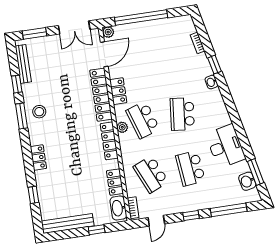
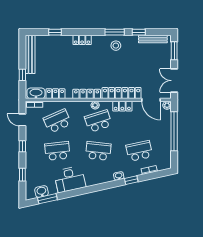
school desk: (174, 60) -> (139, 151), added
window: (229, 210) -> (22, 175), width x0.46

